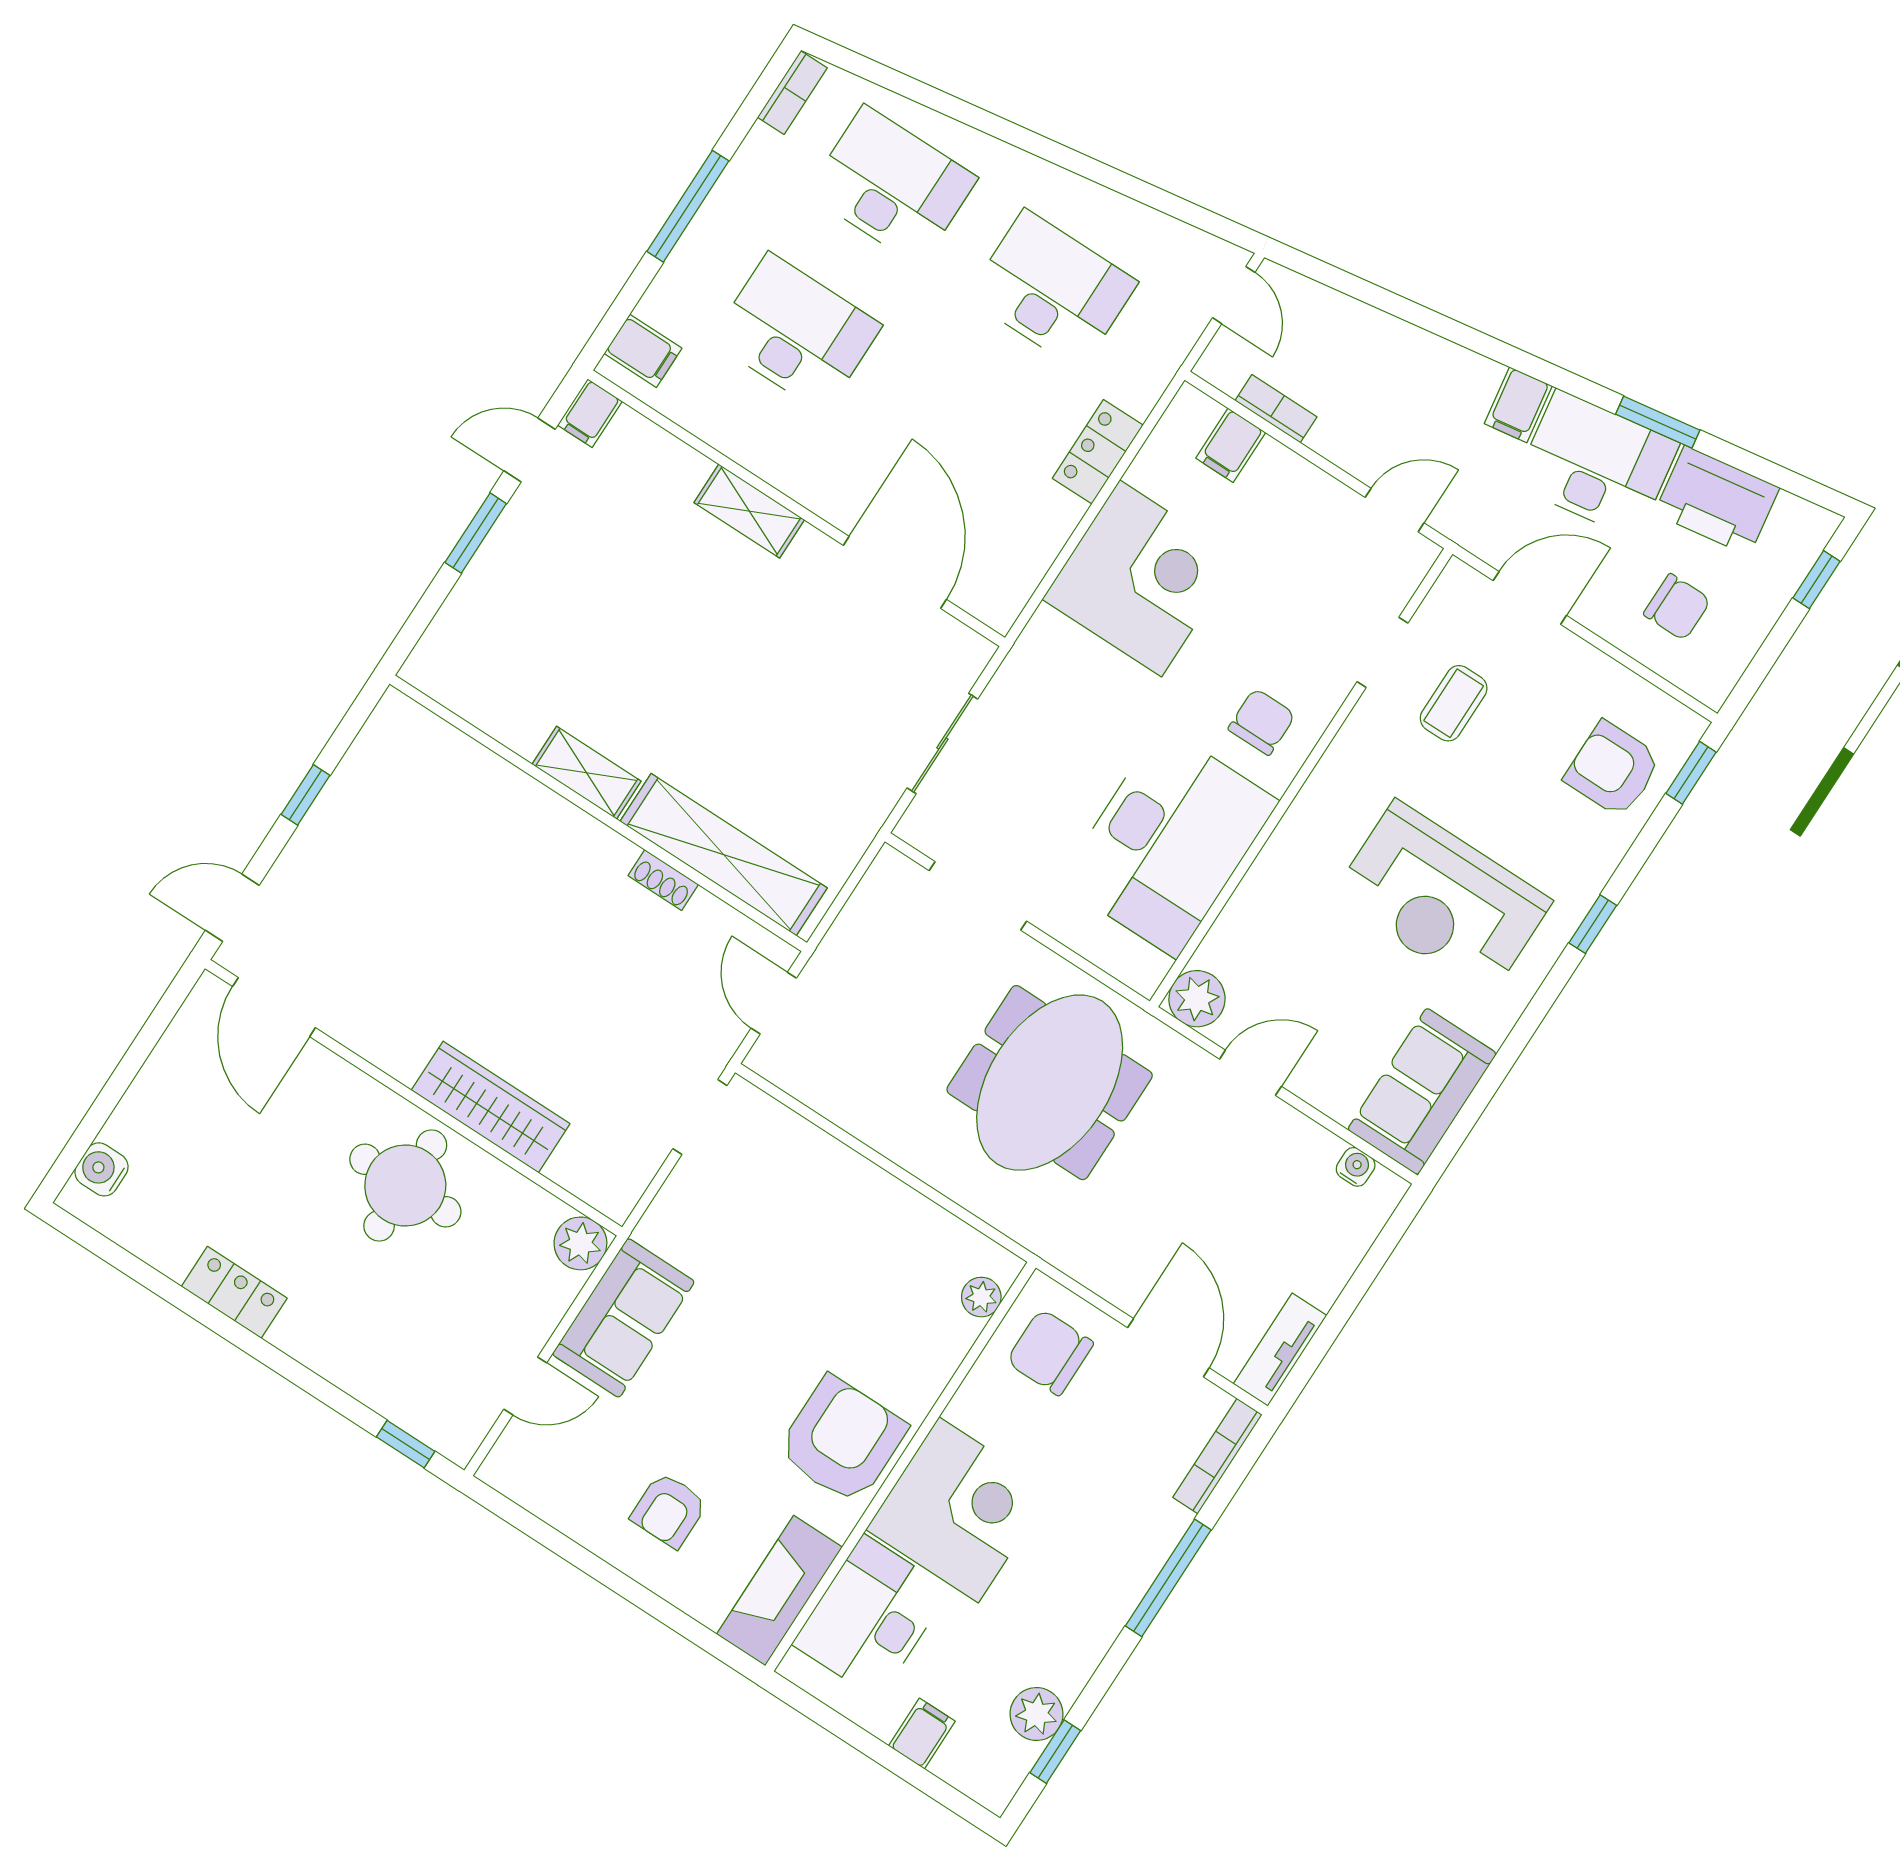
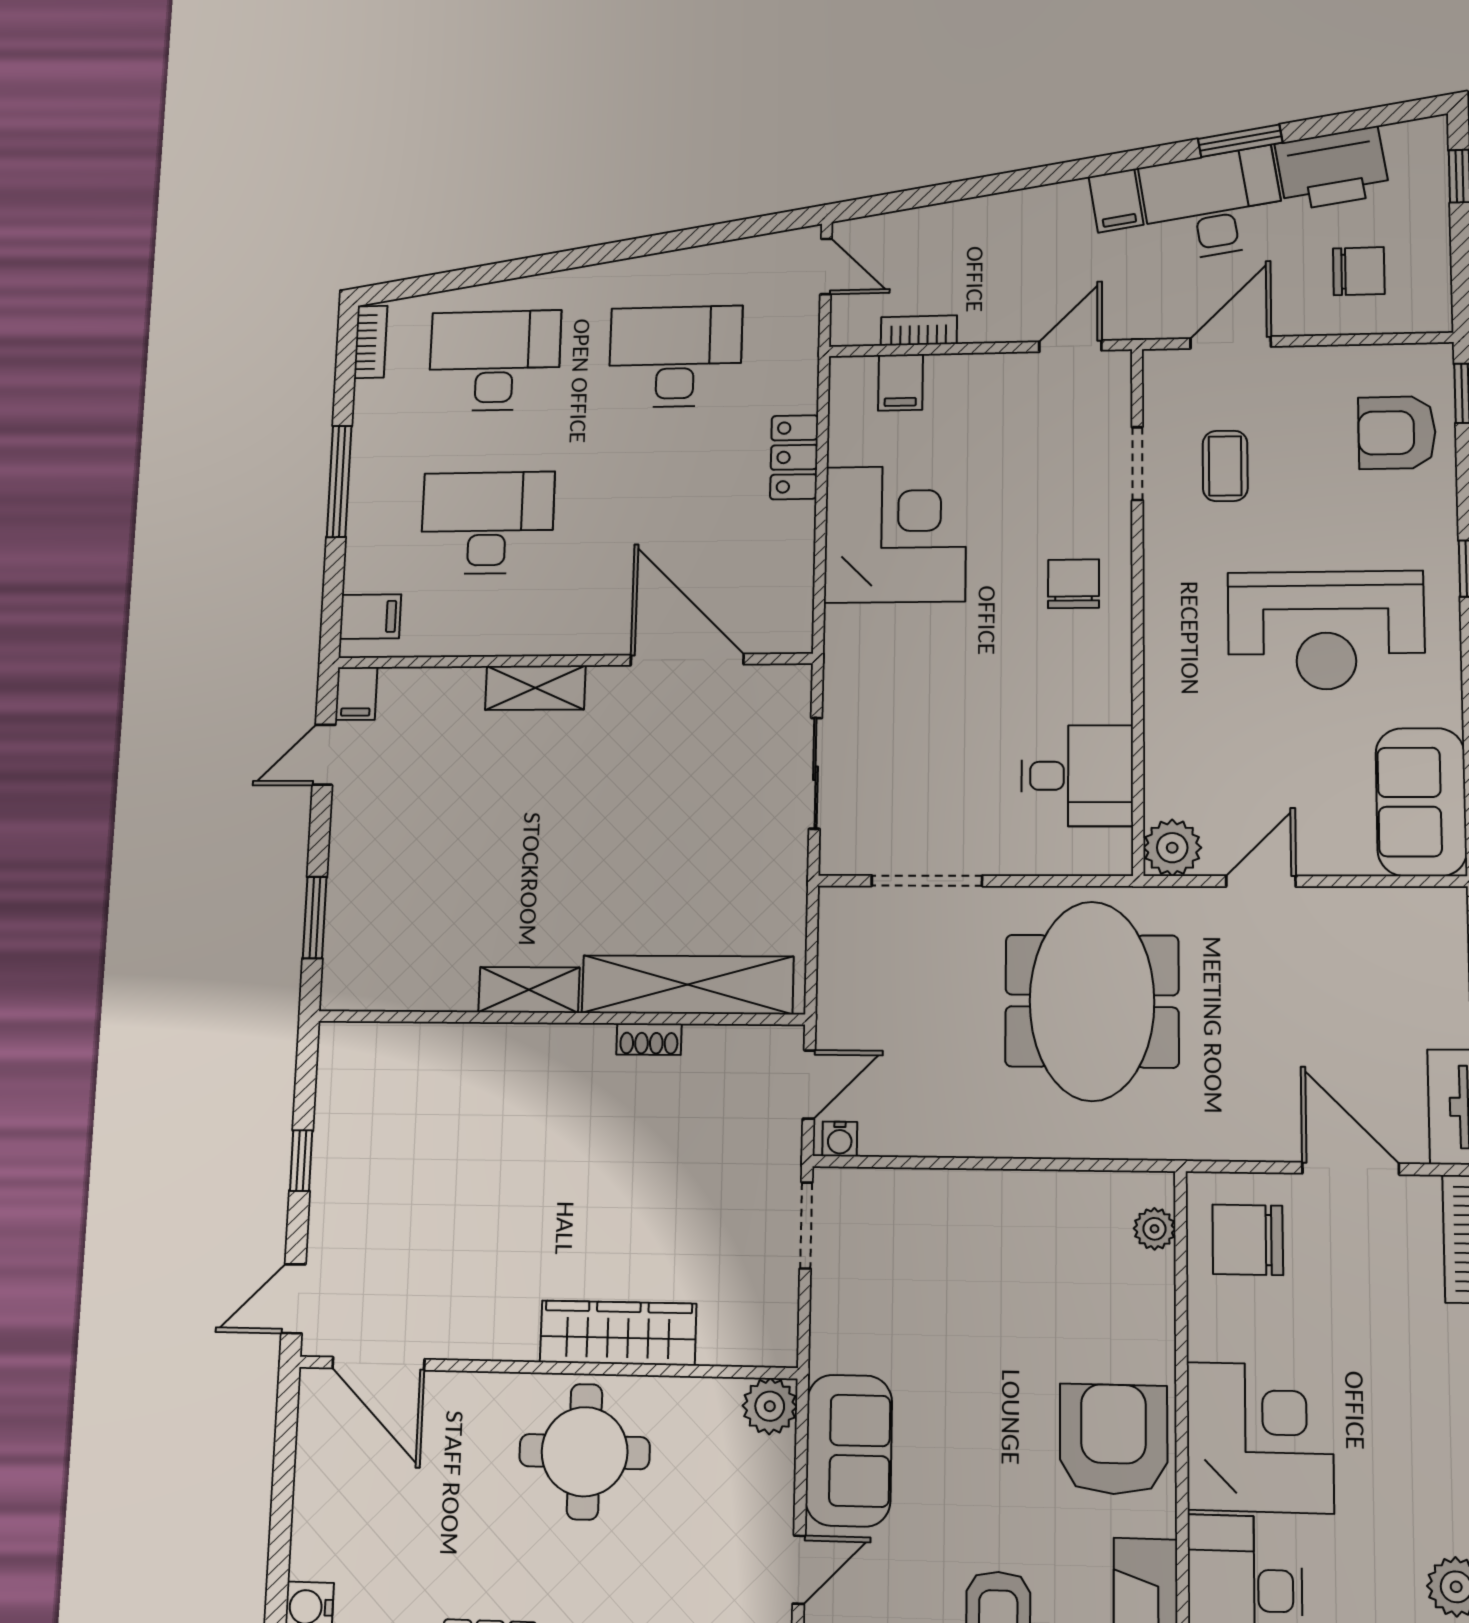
window: (476, 533) -> (315, 918), moved
desk: (1169, 842) -> (1077, 776), width x0.53, depth x0.77
door: (774, 1003) -> (809, 1084), swing flipped
water cooler: (1356, 1167) -> (840, 1139), moved, turned 180

